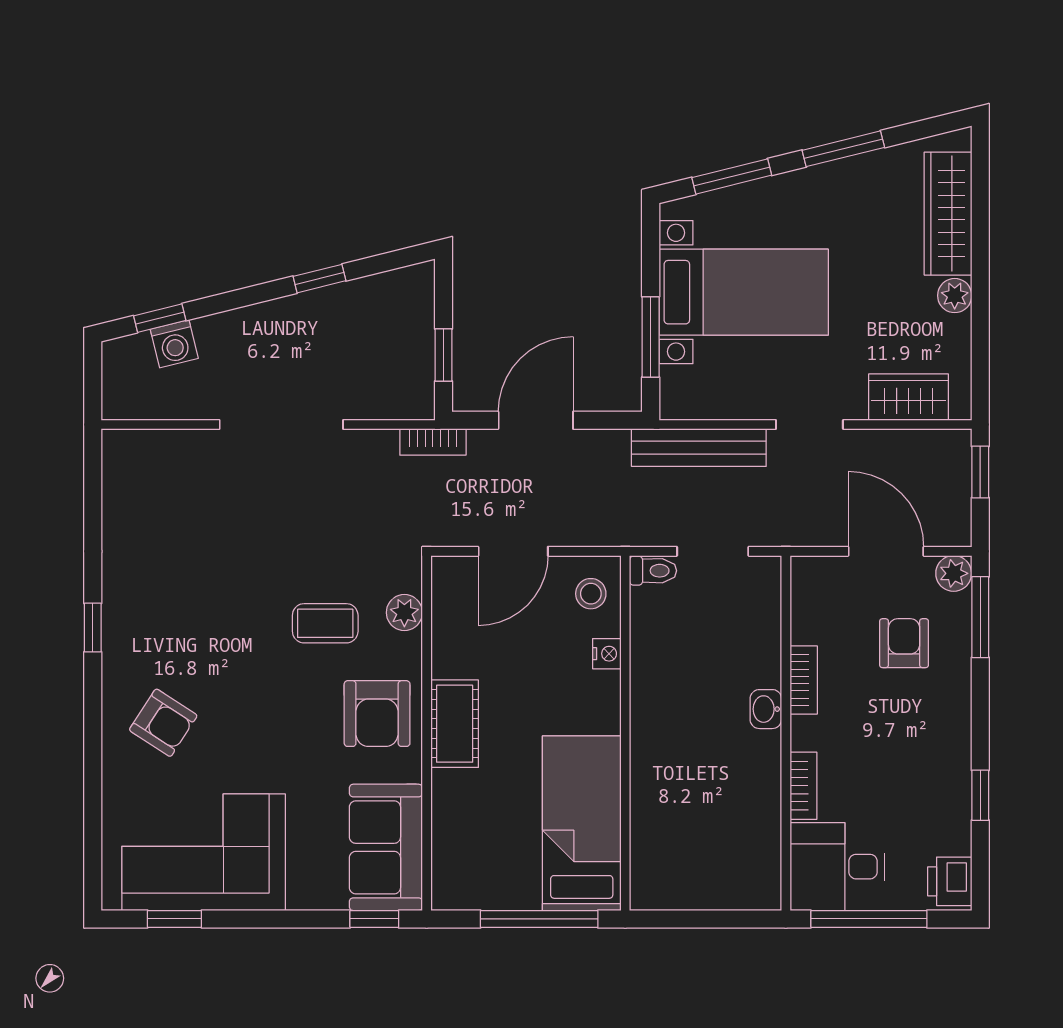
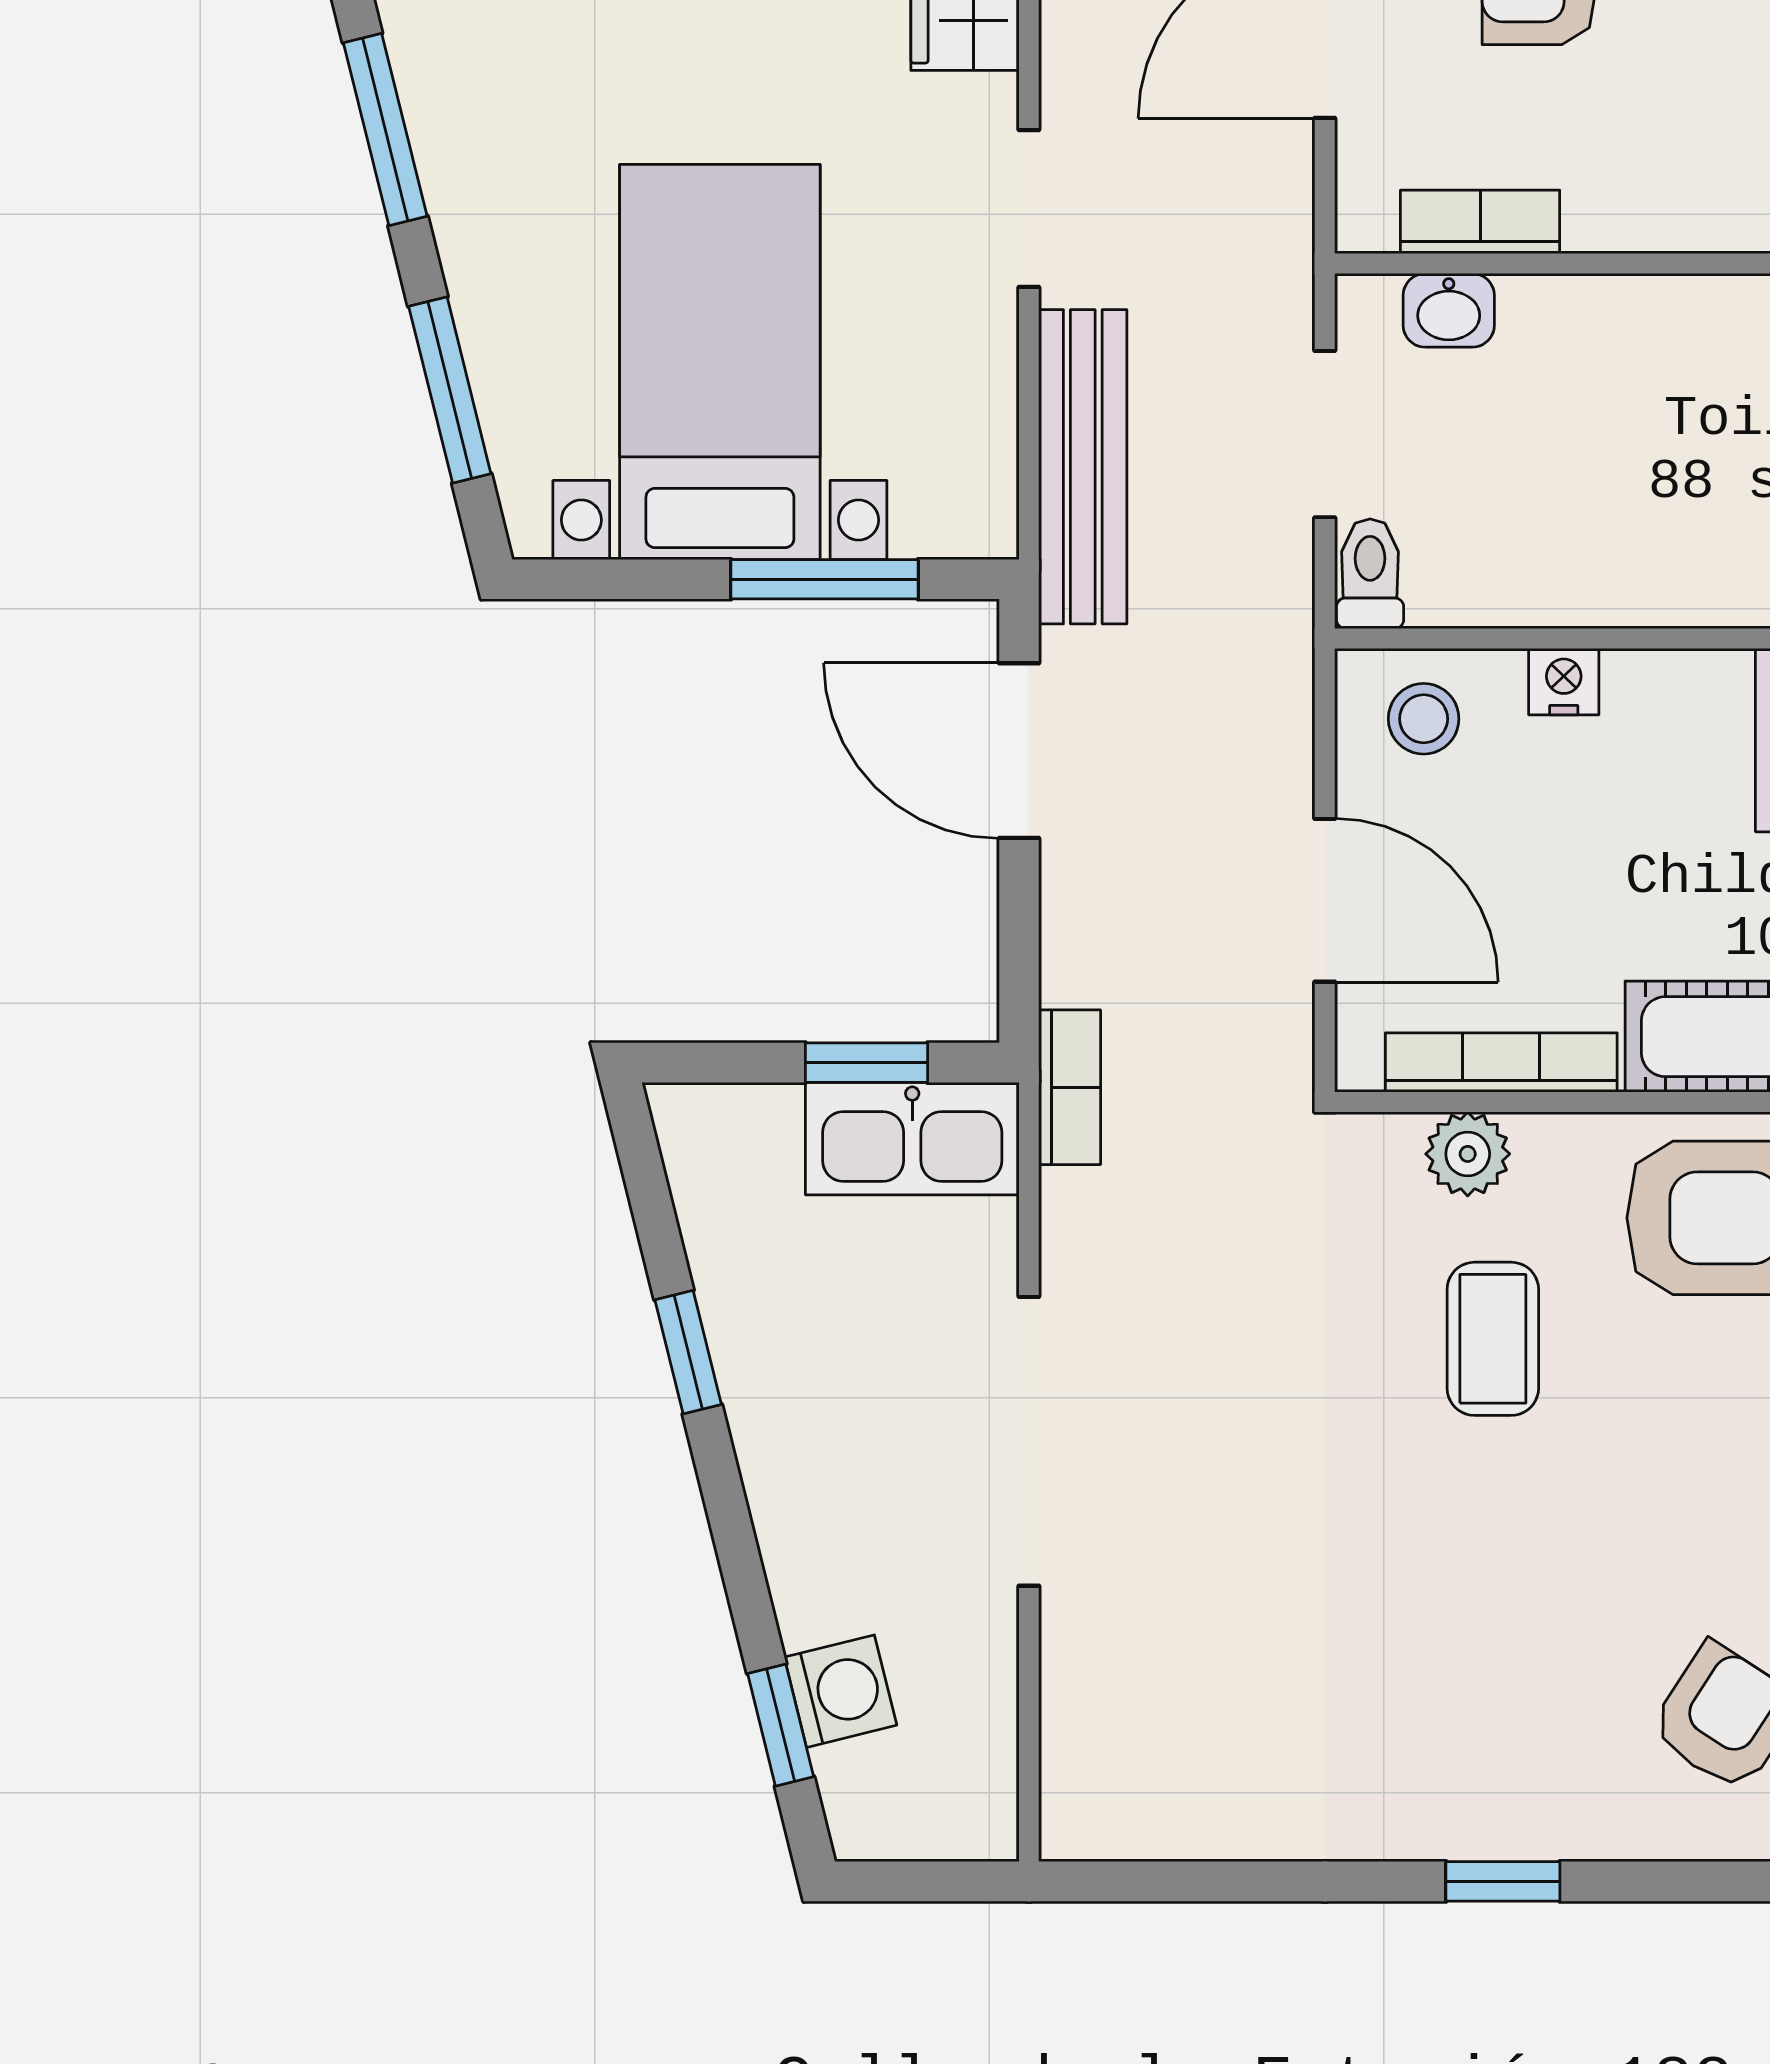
kitchen sink: (411, 375) -> (912, 1139), added
door: (536, 420) -> (1019, 751), moved
bookcase: (444, 627) -> (1501, 1062), added
bookcase: (804, 680) -> (1480, 222), moved
washbasin: (766, 709) -> (1449, 310), moved

